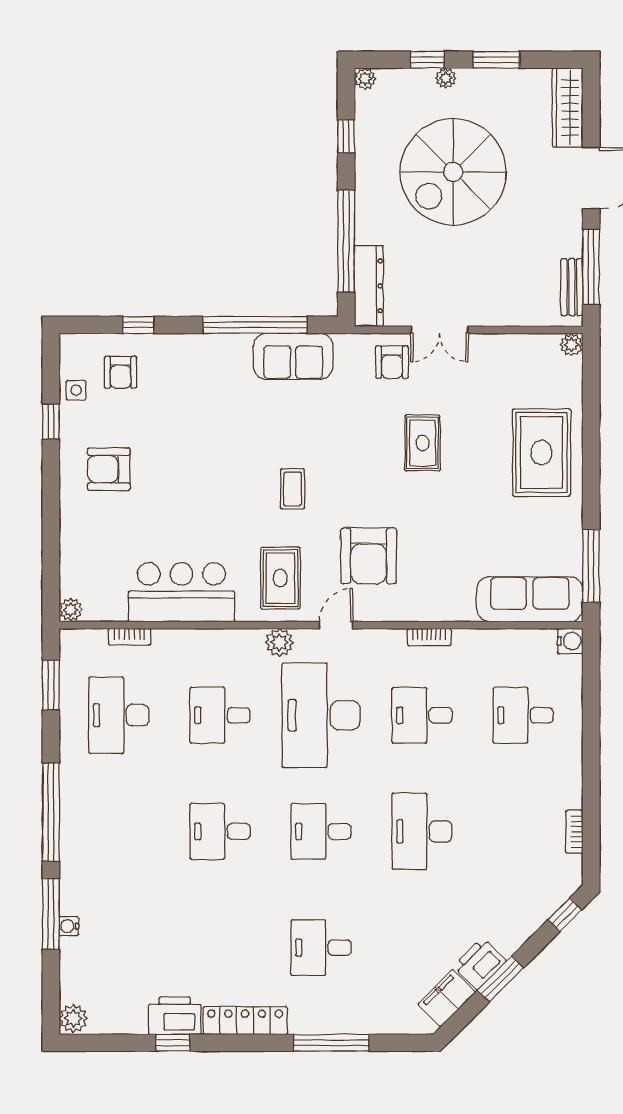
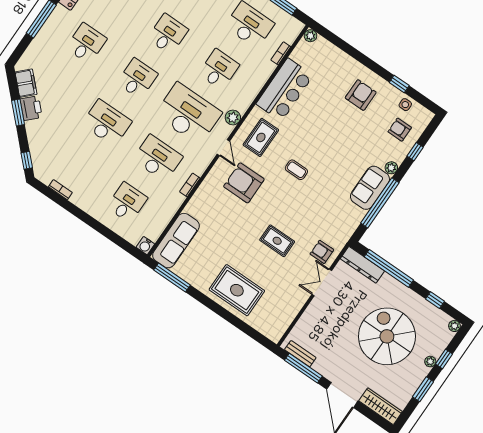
plant: (571, 345) -> (391, 168), moved
sofa: (293, 356) -> (370, 188), moved
rug: (280, 578) -> (261, 137), turned 90
desk: (422, 715) -> (158, 158), width x1.37

